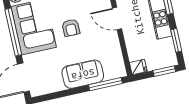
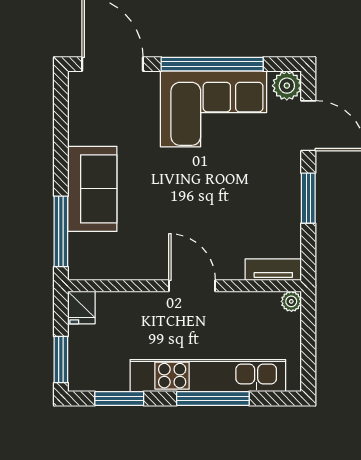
door: (117, 18) -> (192, 286), hinge flipped
armchair: (71, 28) -> (194, 186), removed

